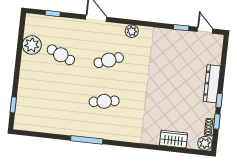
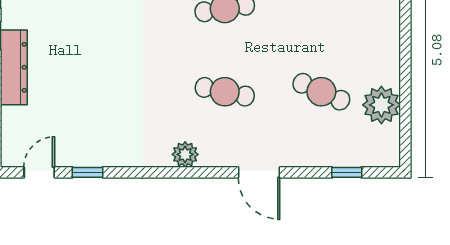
door: (205, 30) -> (39, 172), swing flipped
cafe table: (109, 60) -> (225, 92), turned 33

